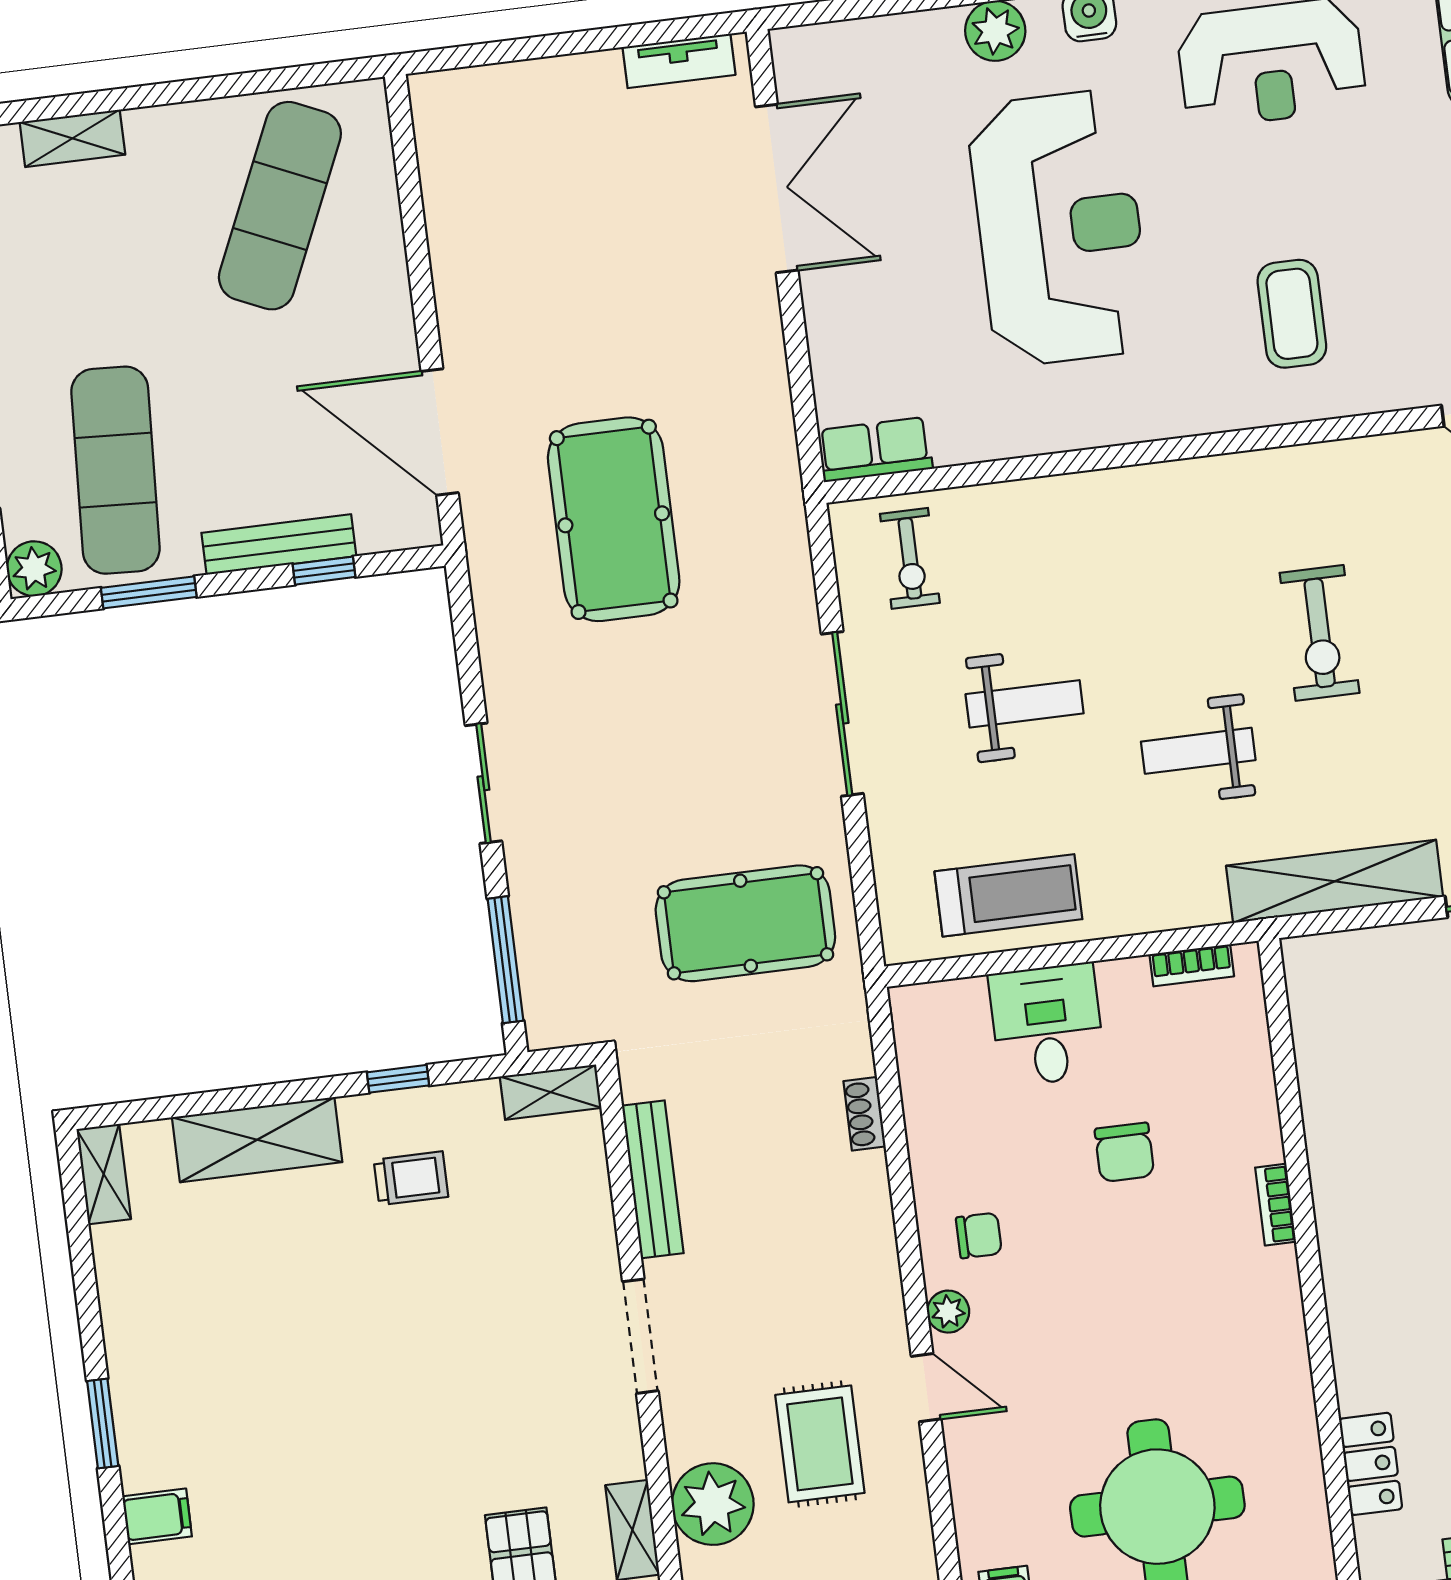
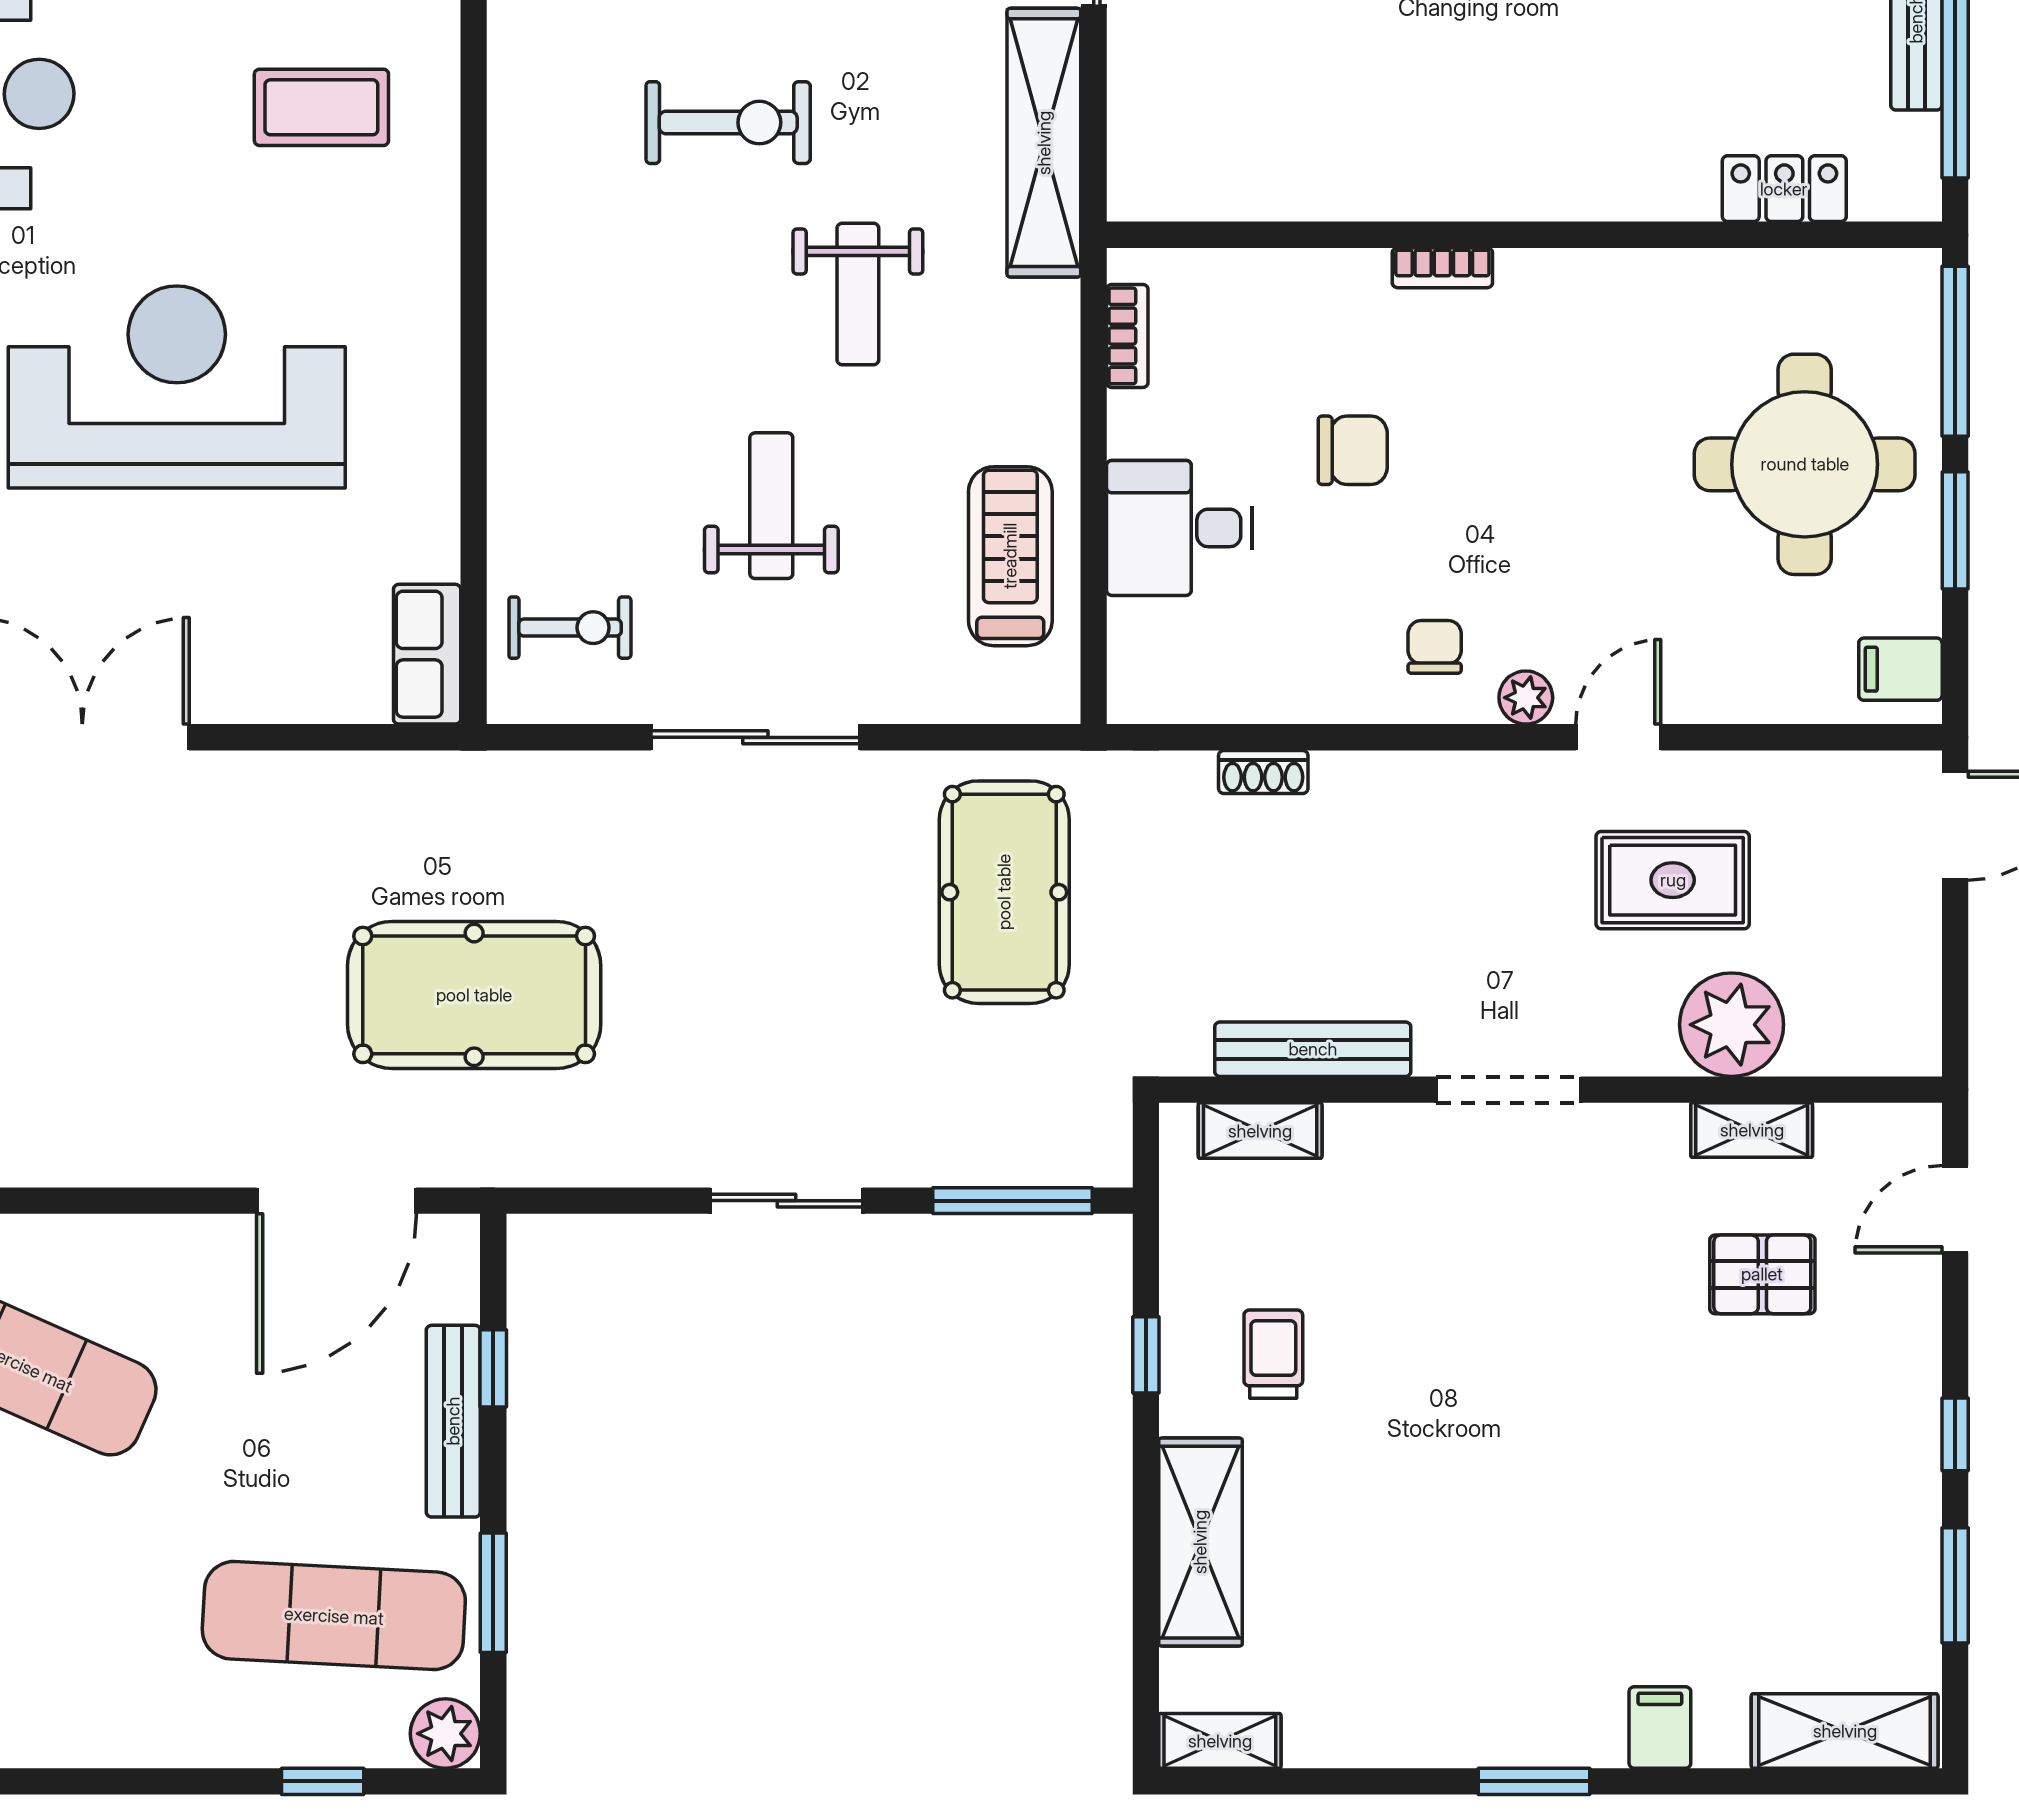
shelving: (551, 1092) -> (1260, 1131), moved, turned 90

